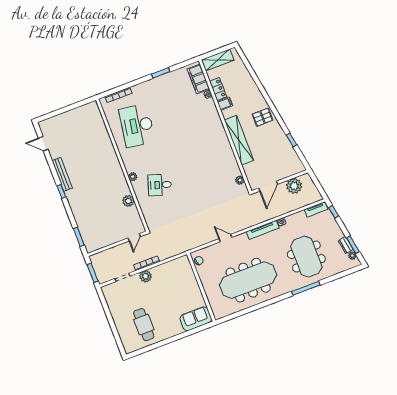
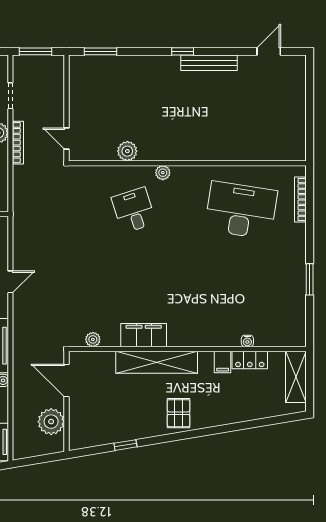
filing cabinet: (198, 79) -> (144, 335), moved
desk: (160, 185) -> (134, 210), turned -36

